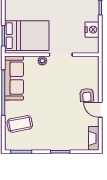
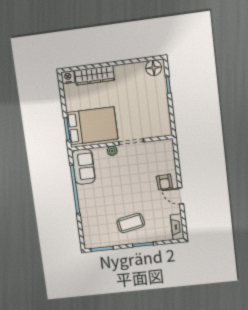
nightstand: (92, 30) -> (162, 110), removed
sofa: (14, 78) -> (84, 167), width x0.73
coffee table: (20, 124) -> (131, 223), moved

